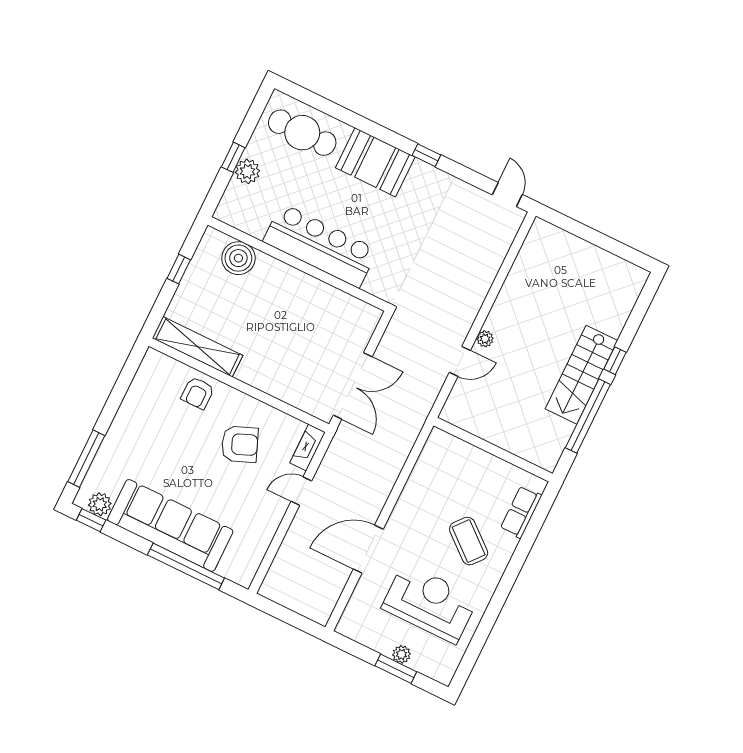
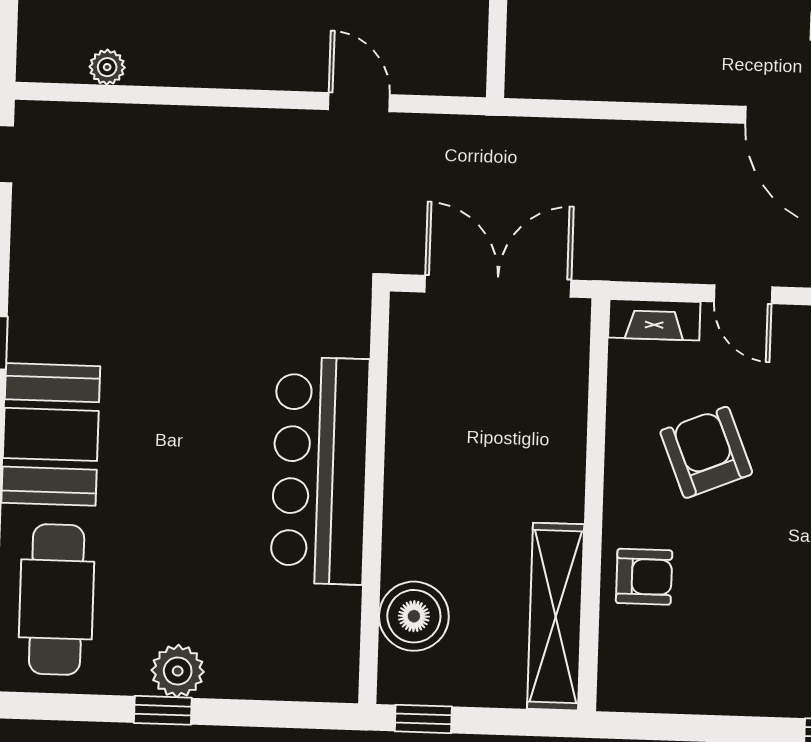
bar counter: (320, 246) -> (320, 471), moved
boiler: (238, 258) -> (414, 616), moved
wall: (298, 264) -> (374, 497), moved
plant: (485, 339) -> (107, 67), moved

